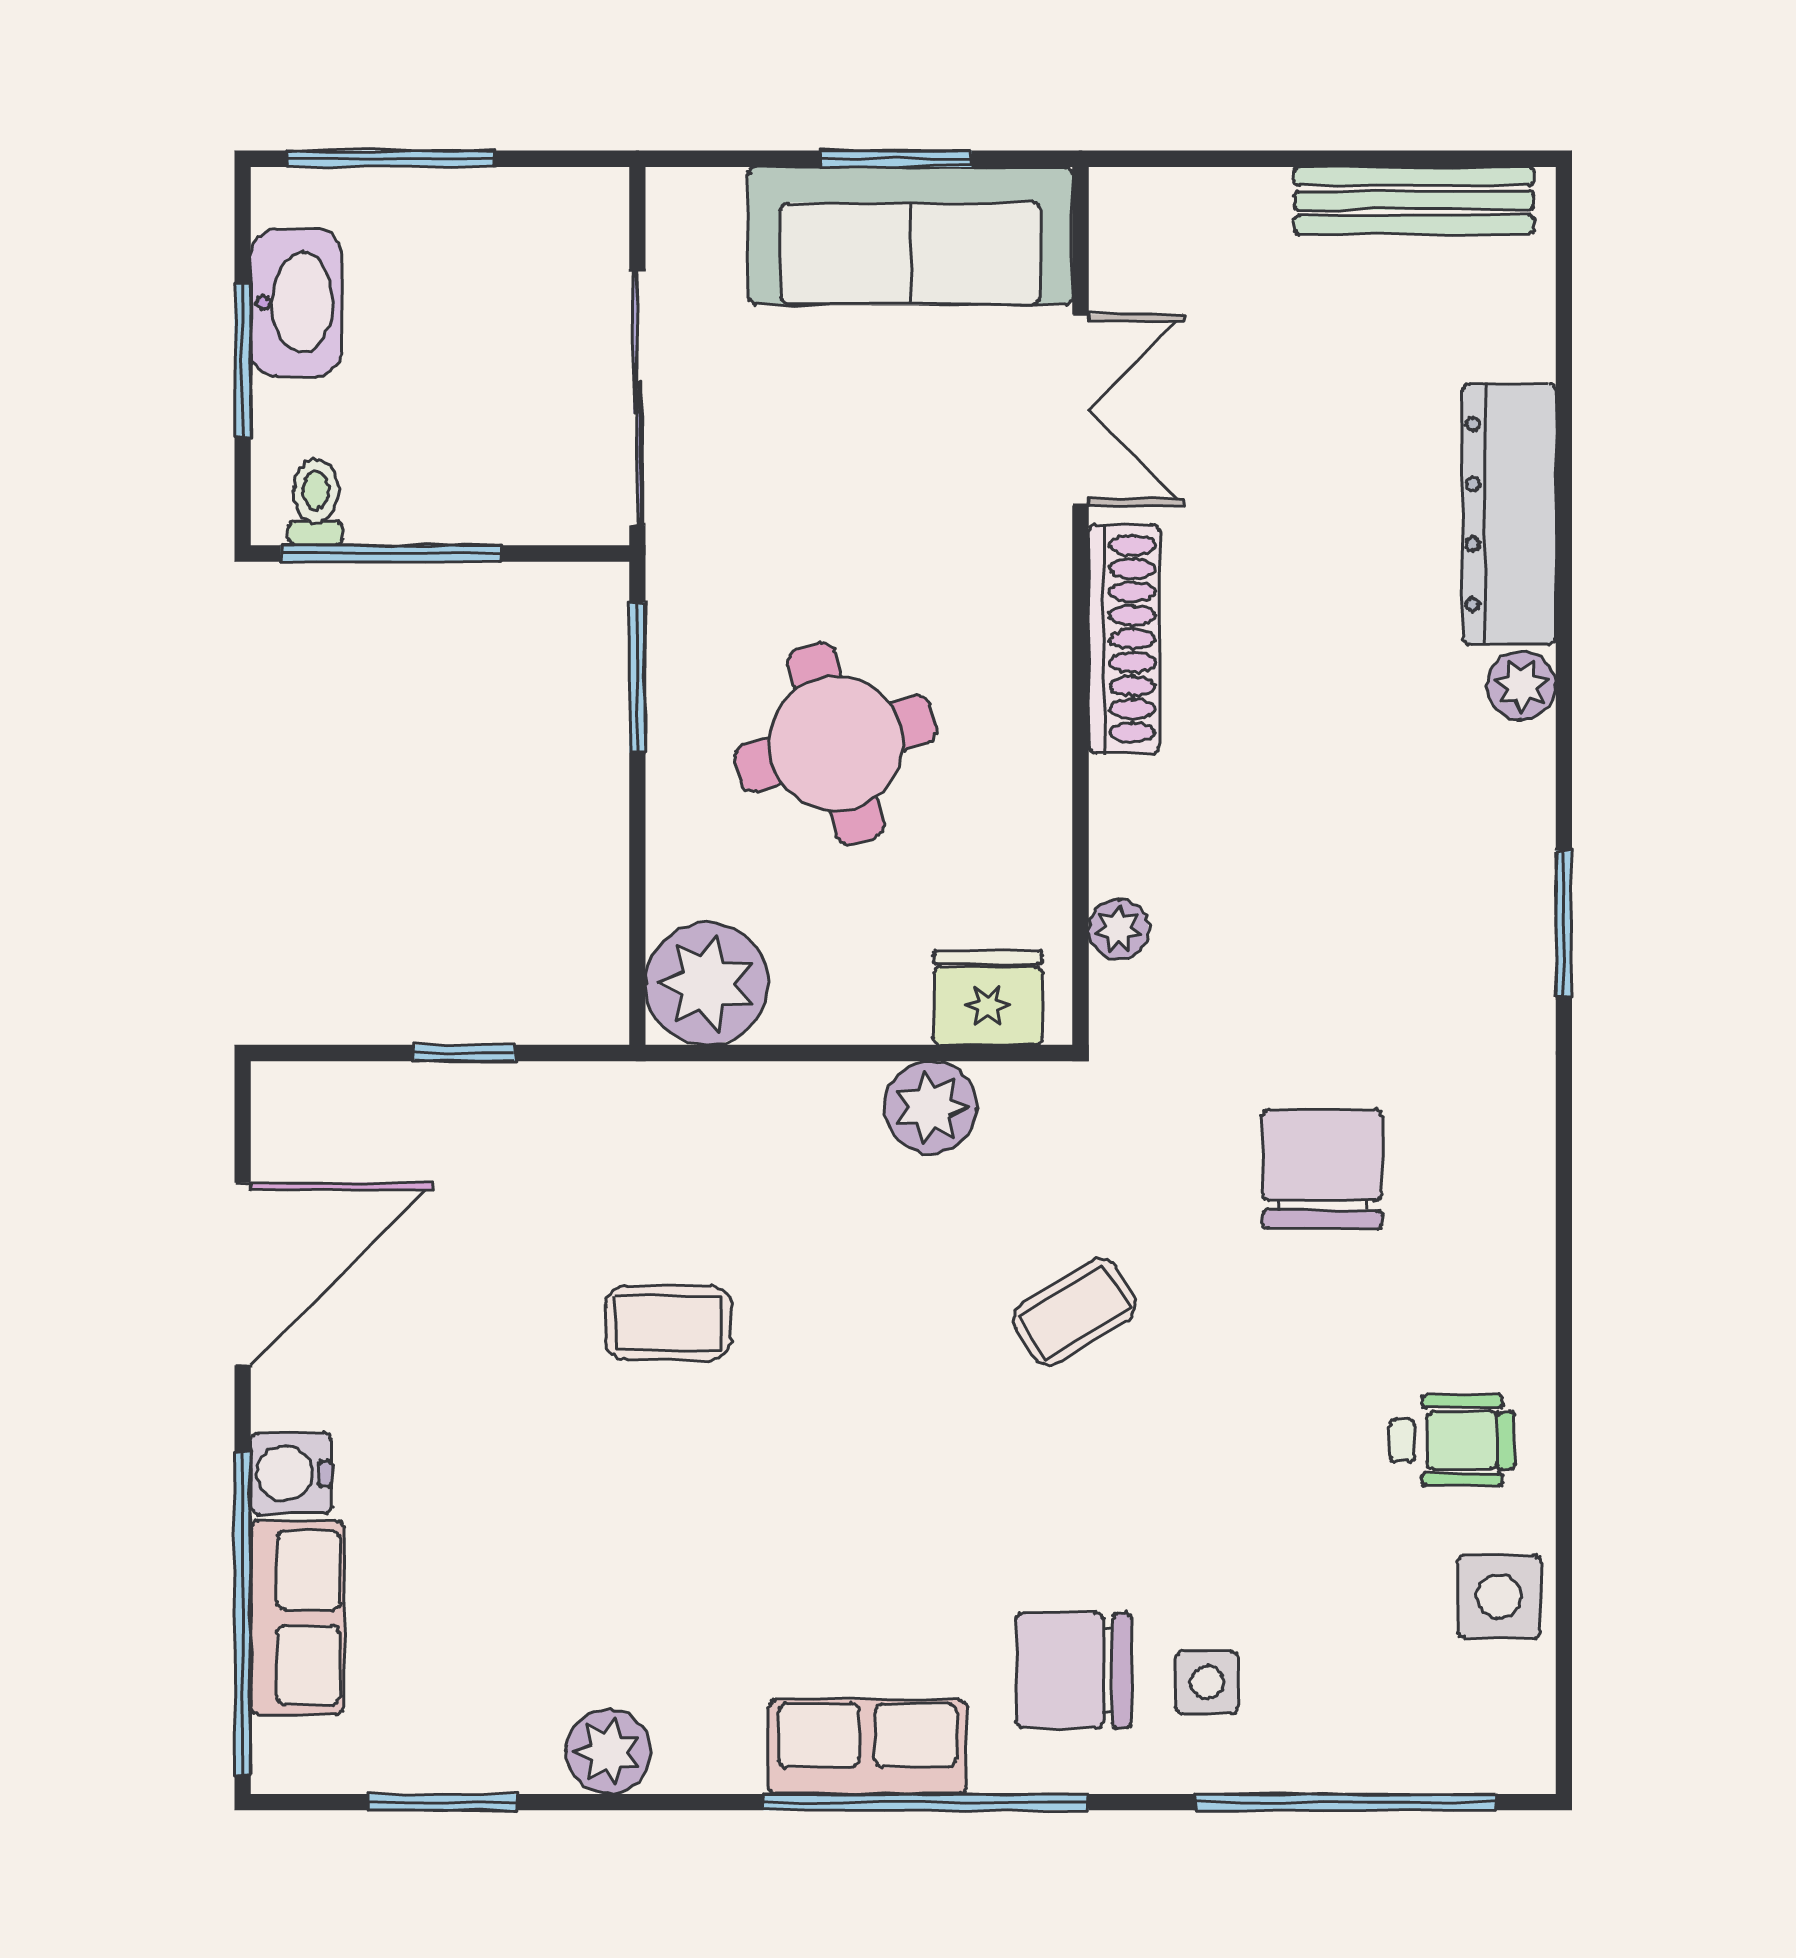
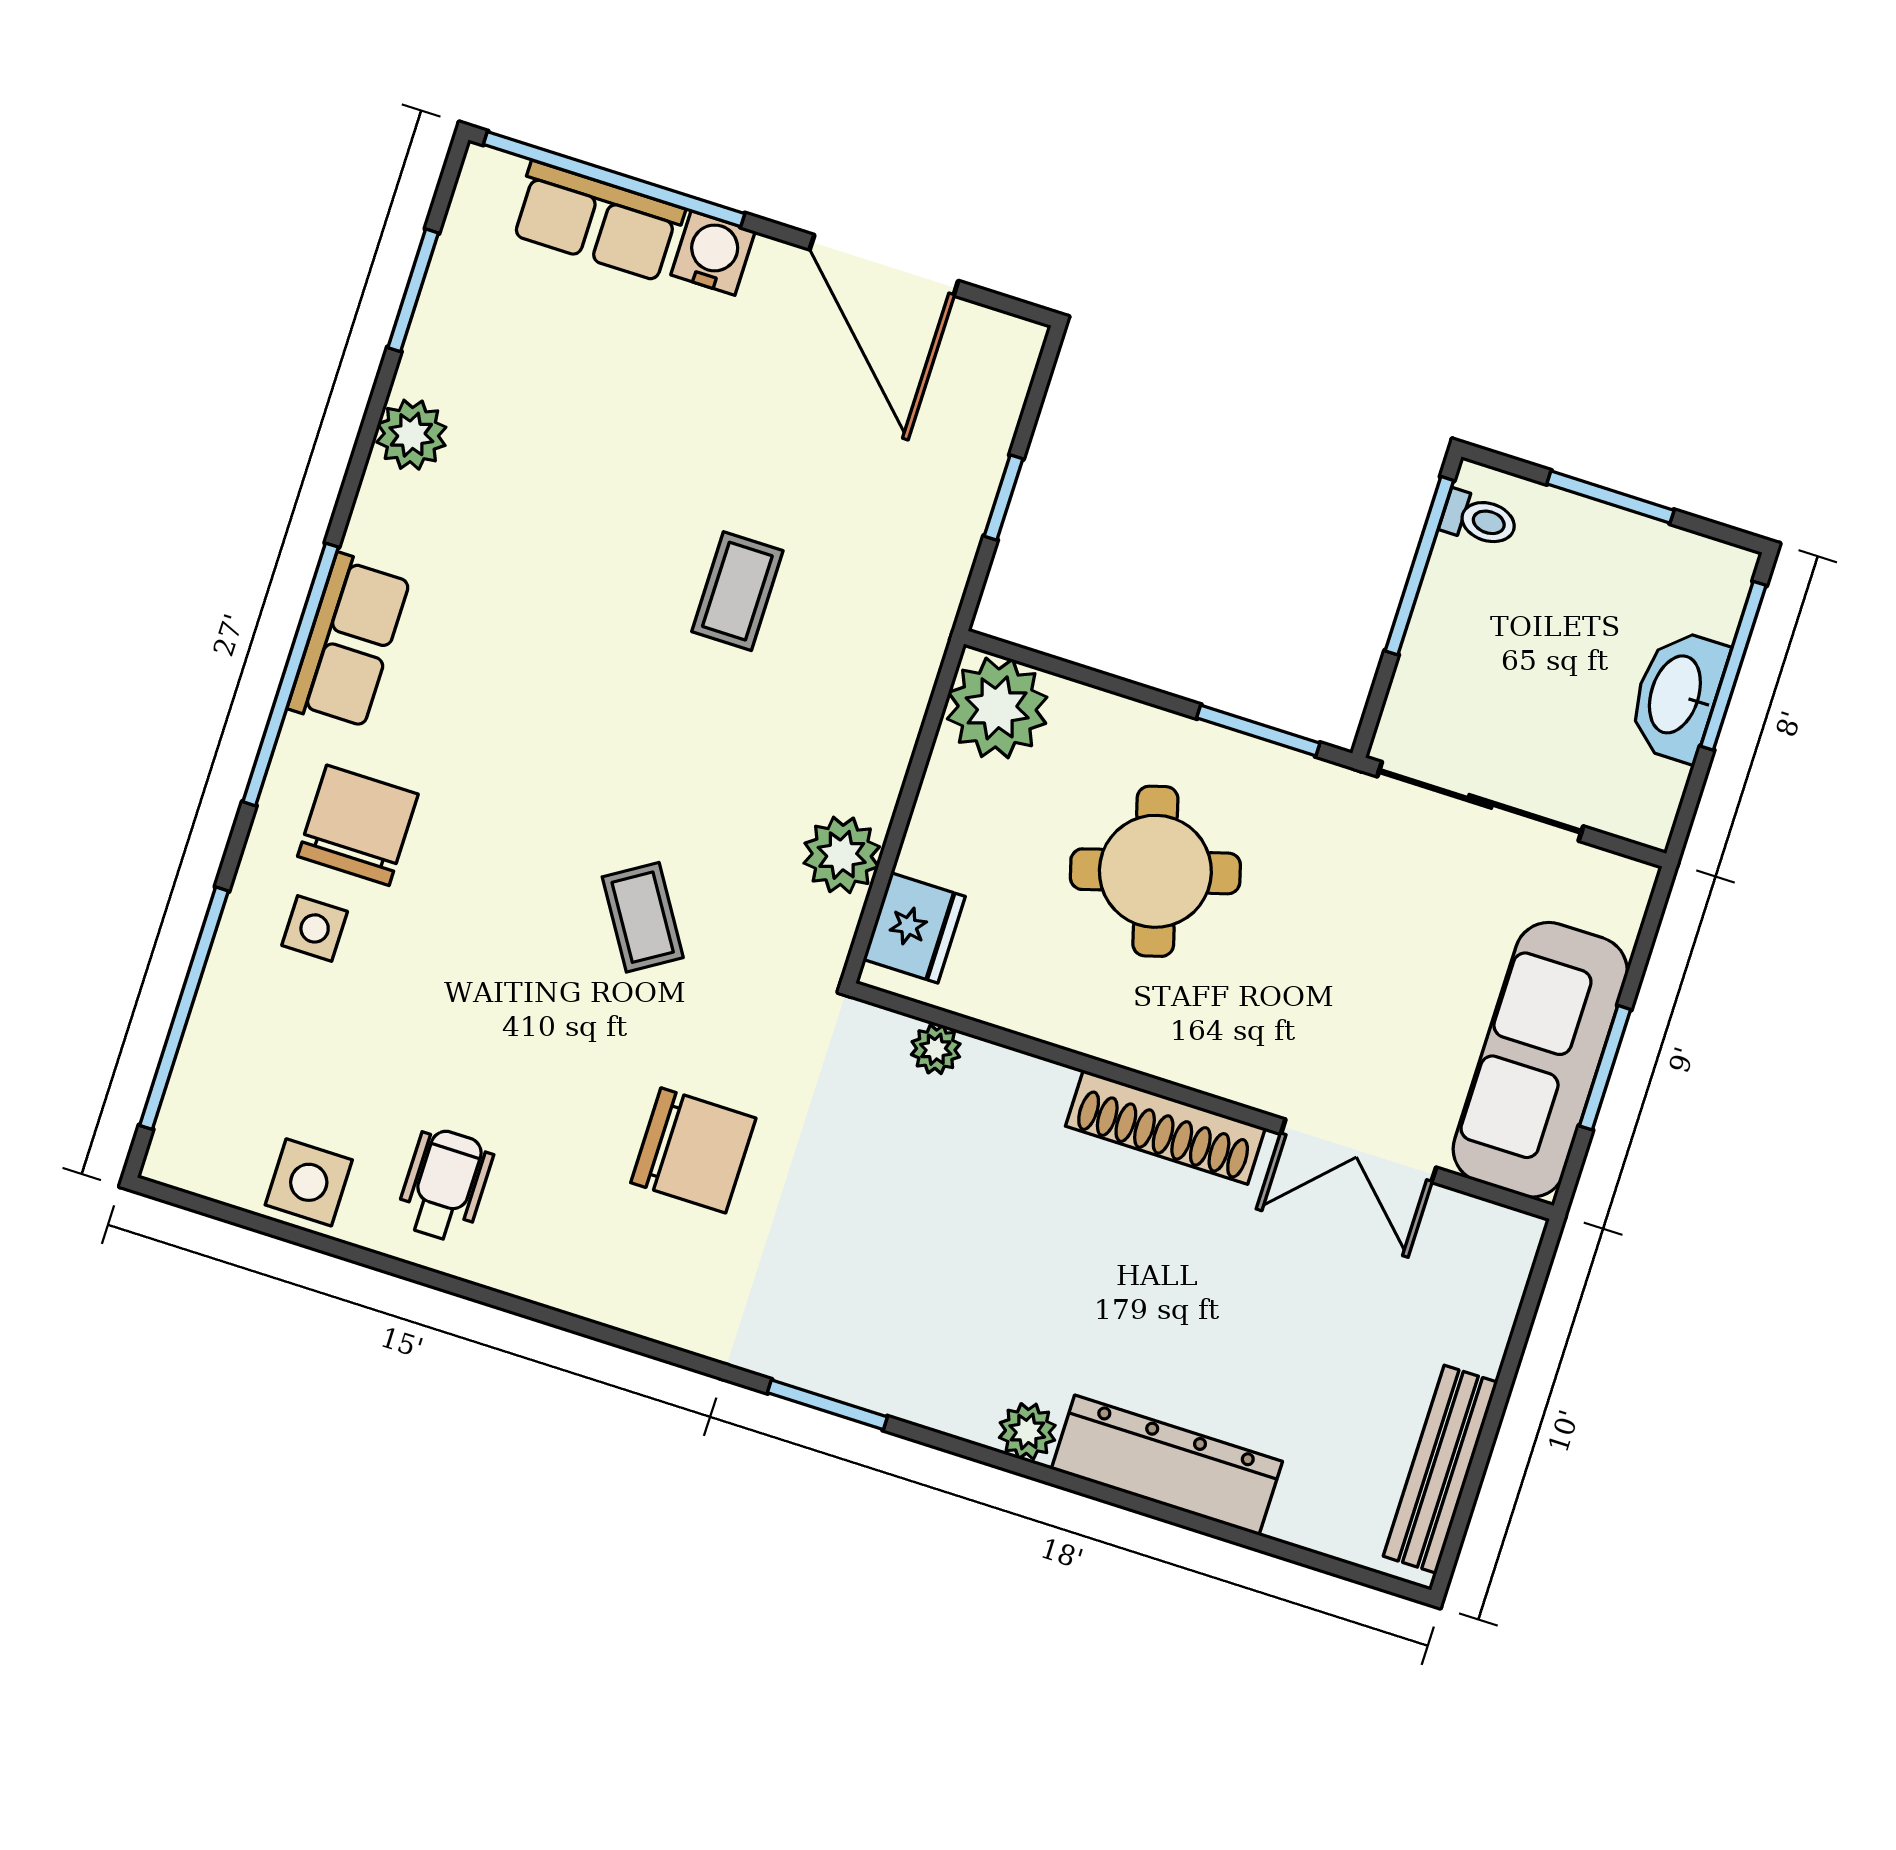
washbasin: (296, 303) -> (1677, 695), moved, turned 90
wheelchair: (1452, 1440) -> (445, 1185), turned 180

